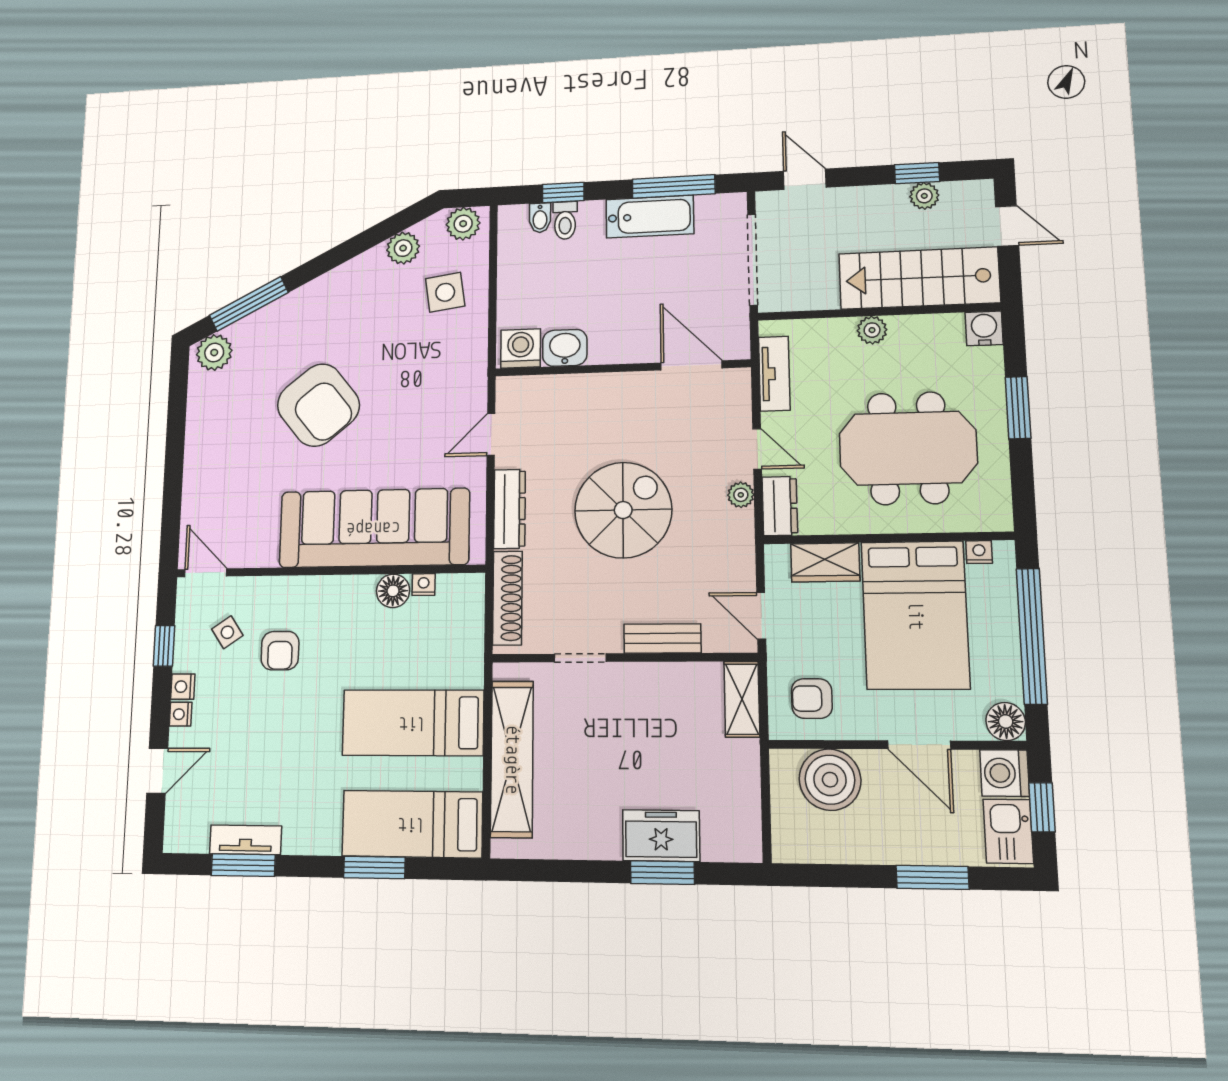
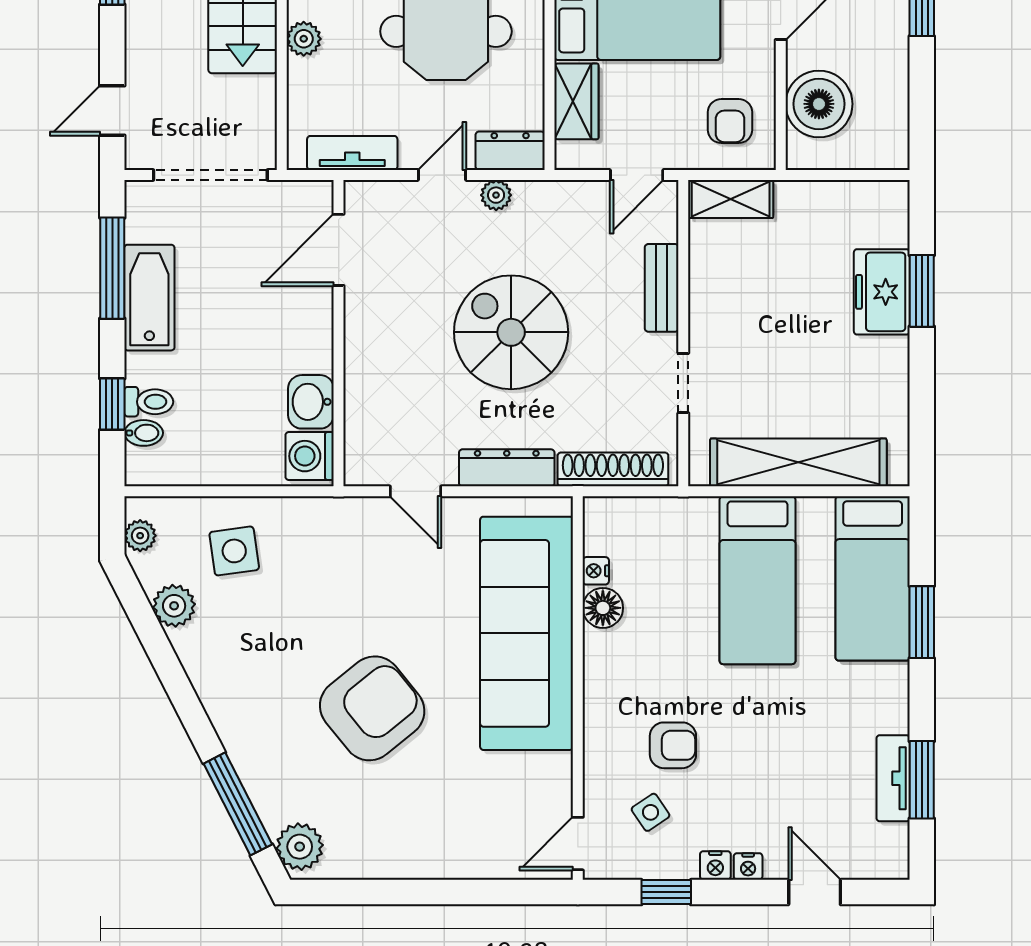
plant: (463, 224) -> (140, 536), width x0.73, depth x0.73

